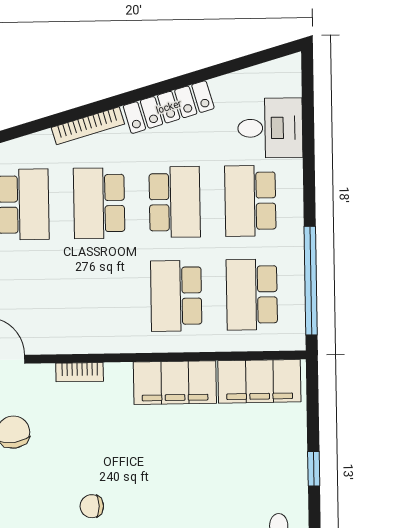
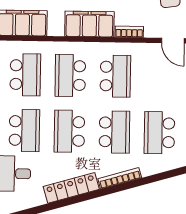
school desk: (176, 296) -> (70, 75), turned 180
school desk: (101, 297) -> (115, 76), added
filing cabinet: (175, 383) -> (89, 24), moved

